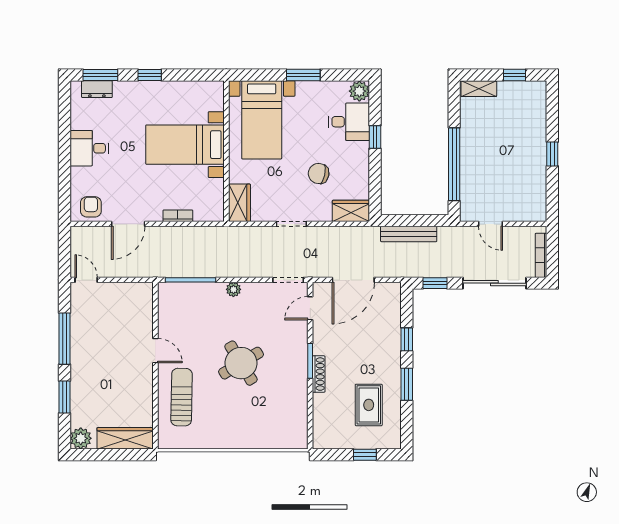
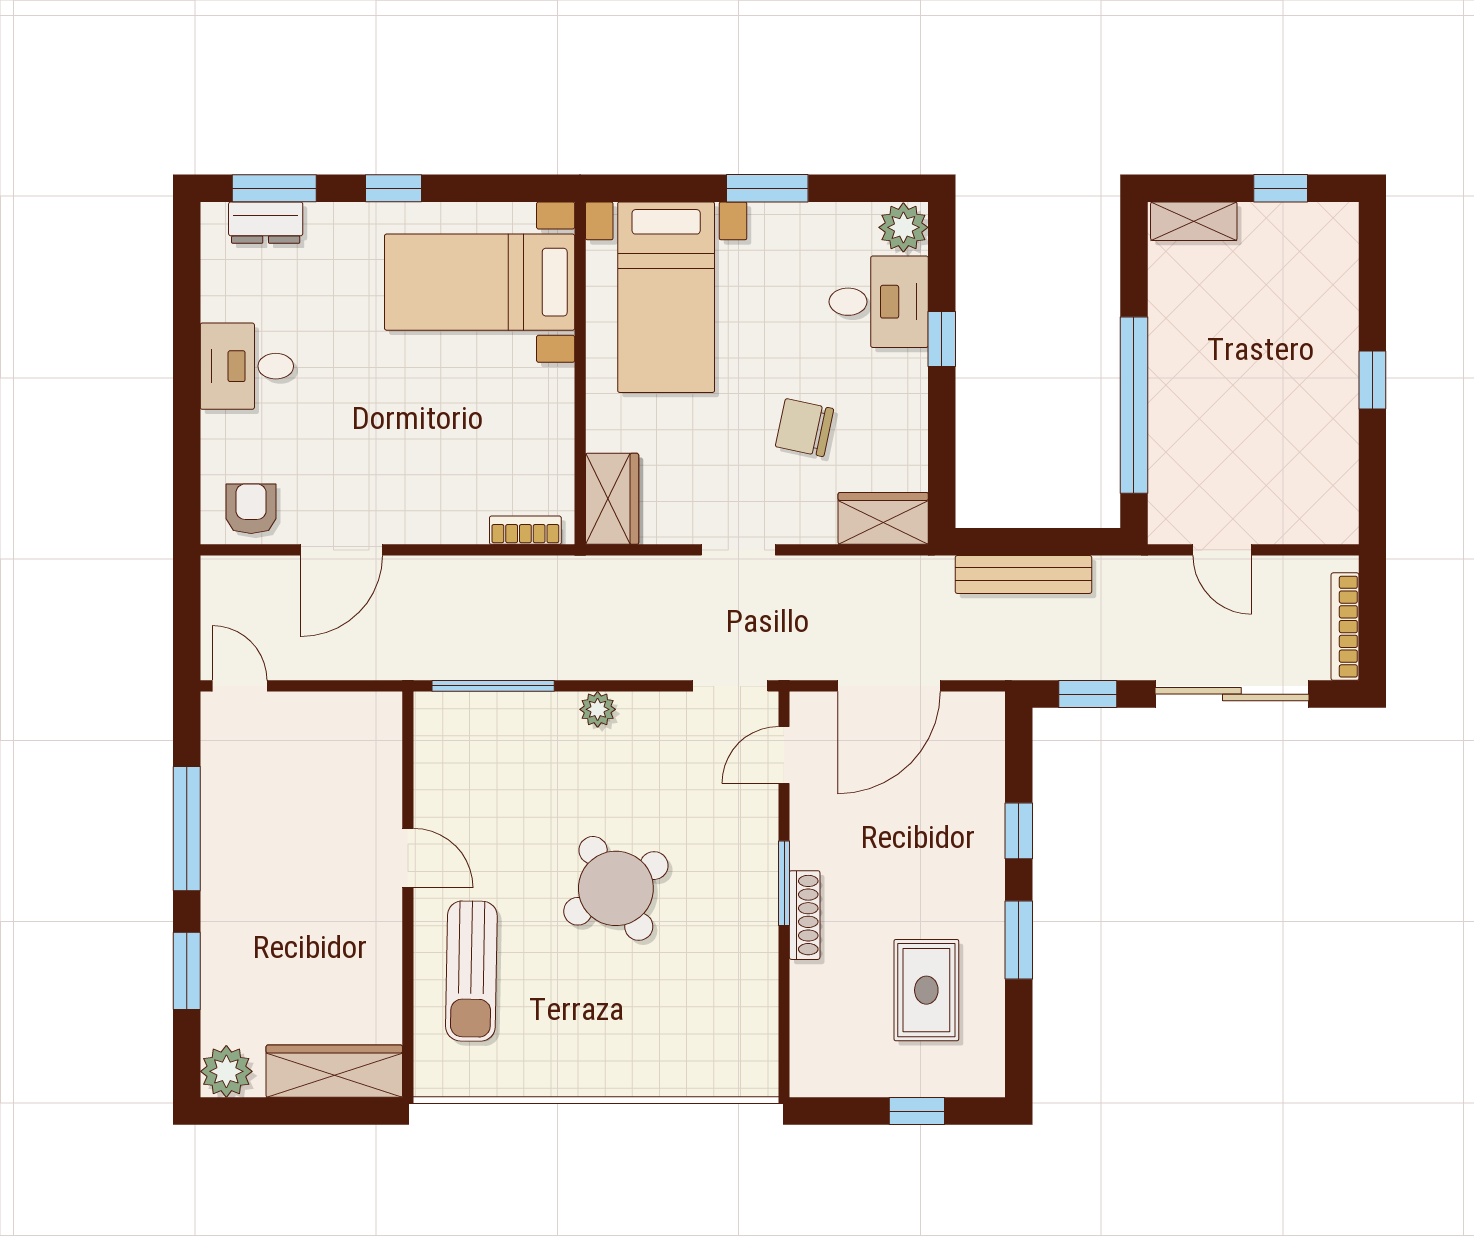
bed with nightstands: (185, 145) -> (480, 282), moved
bookcase: (178, 216) -> (525, 530), moved
sun lounger: (182, 397) -> (471, 971), turned 180

